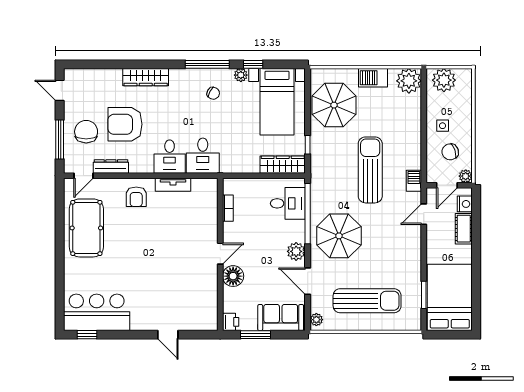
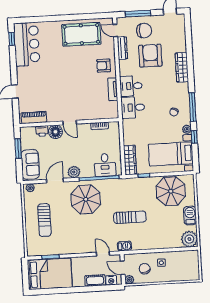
plant: (444, 80) -> (191, 262), removed
sun lounger: (370, 170) -> (130, 217), width x0.73, depth x0.75
sun lounger: (367, 301) -> (44, 220), width x0.73, depth x0.75
piano: (209, 308) -> (34, 117), added
printer: (231, 322) -> (42, 131), moved

